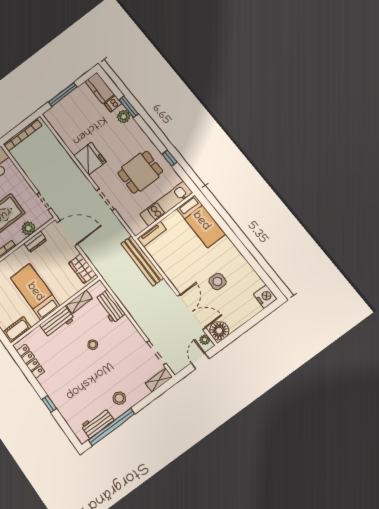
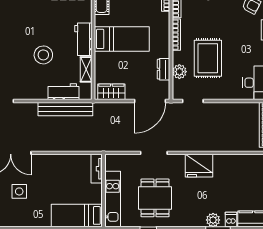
bench: (142, 261) -> (65, 109), moved
stool: (93, 345) -> (43, 55), width x1.89, depth x1.89

